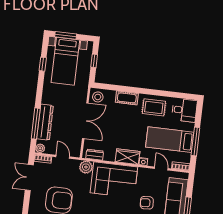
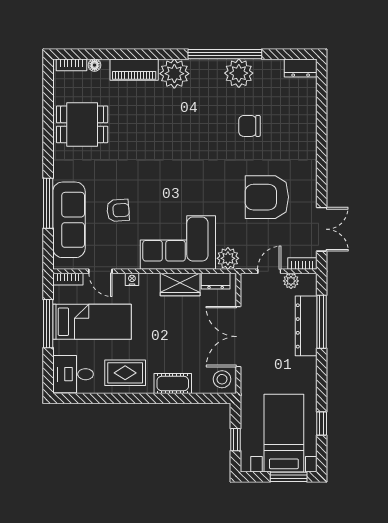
plant: (40, 148) -> (291, 281), moved
door: (63, 157) -> (269, 271), swing flipped
wardrobe: (127, 157) -> (180, 285), moved

